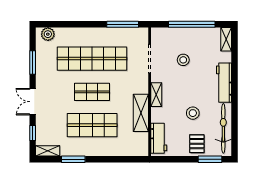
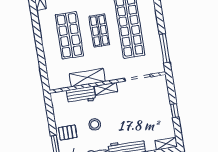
window: (192, 24) -> (175, 111), width x0.32
stool: (183, 60) -> (141, 108), removed
workbench: (159, 138) -> (81, 95), moved
window: (73, 159) -> (36, 23), removed

